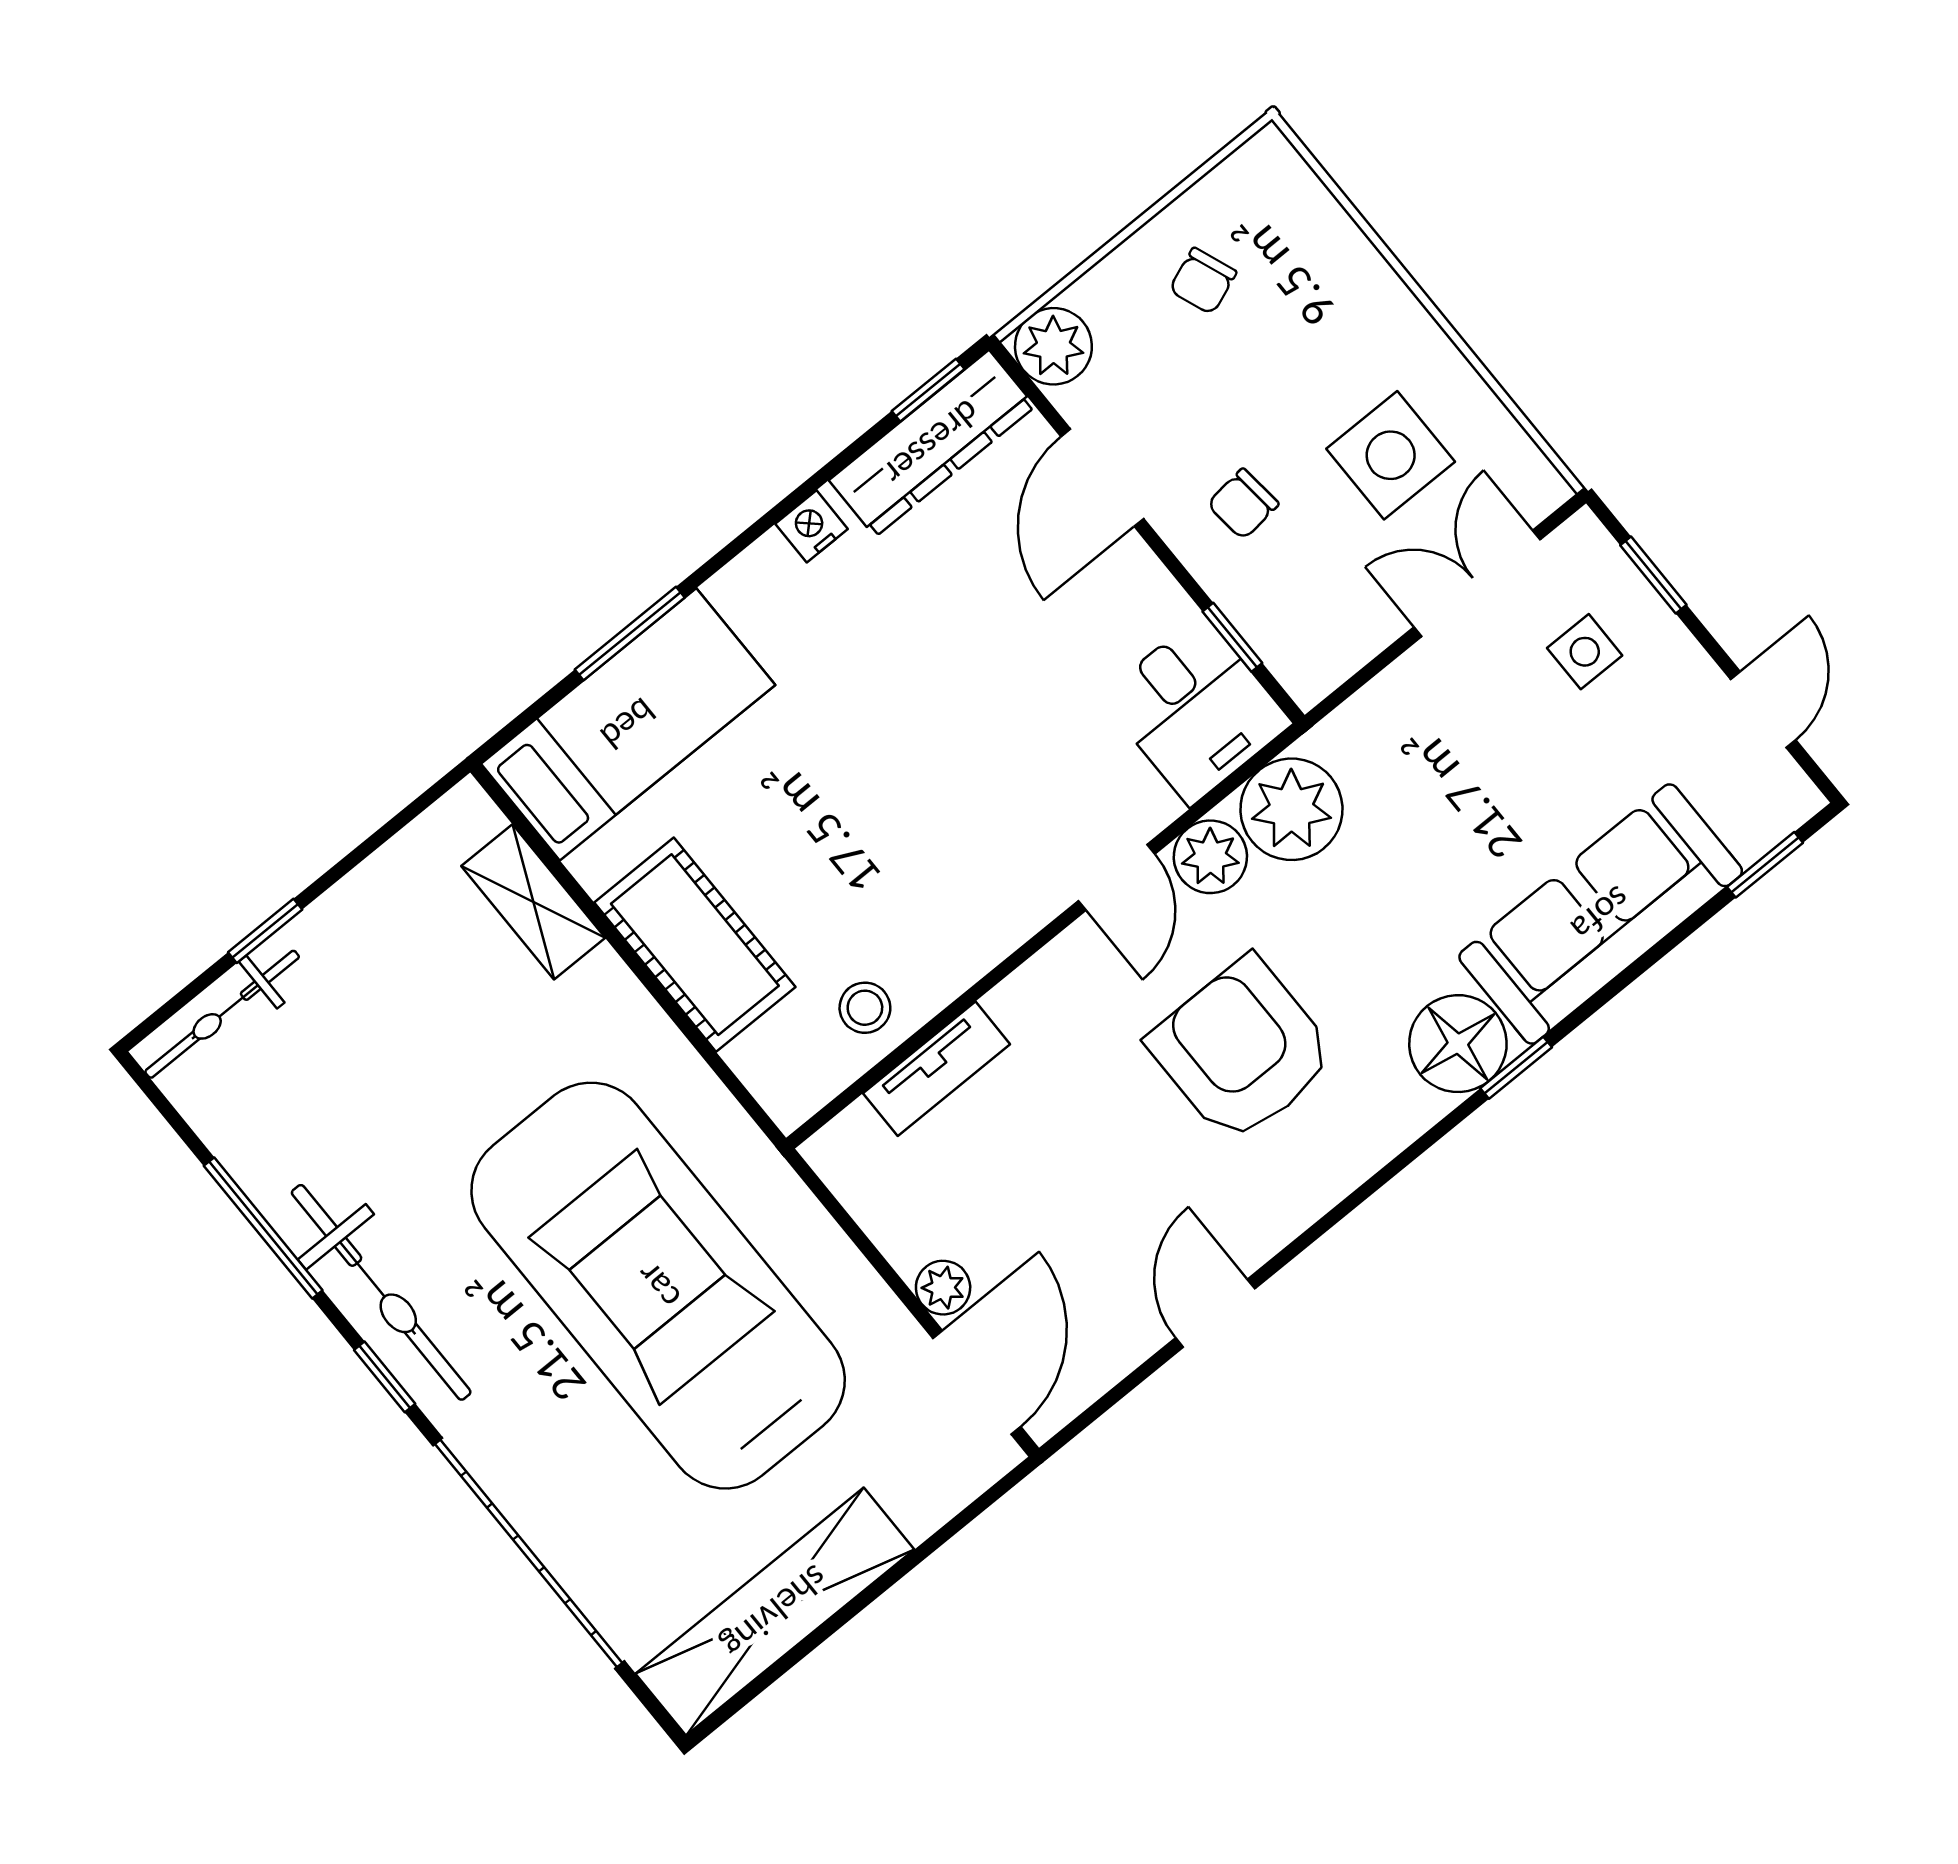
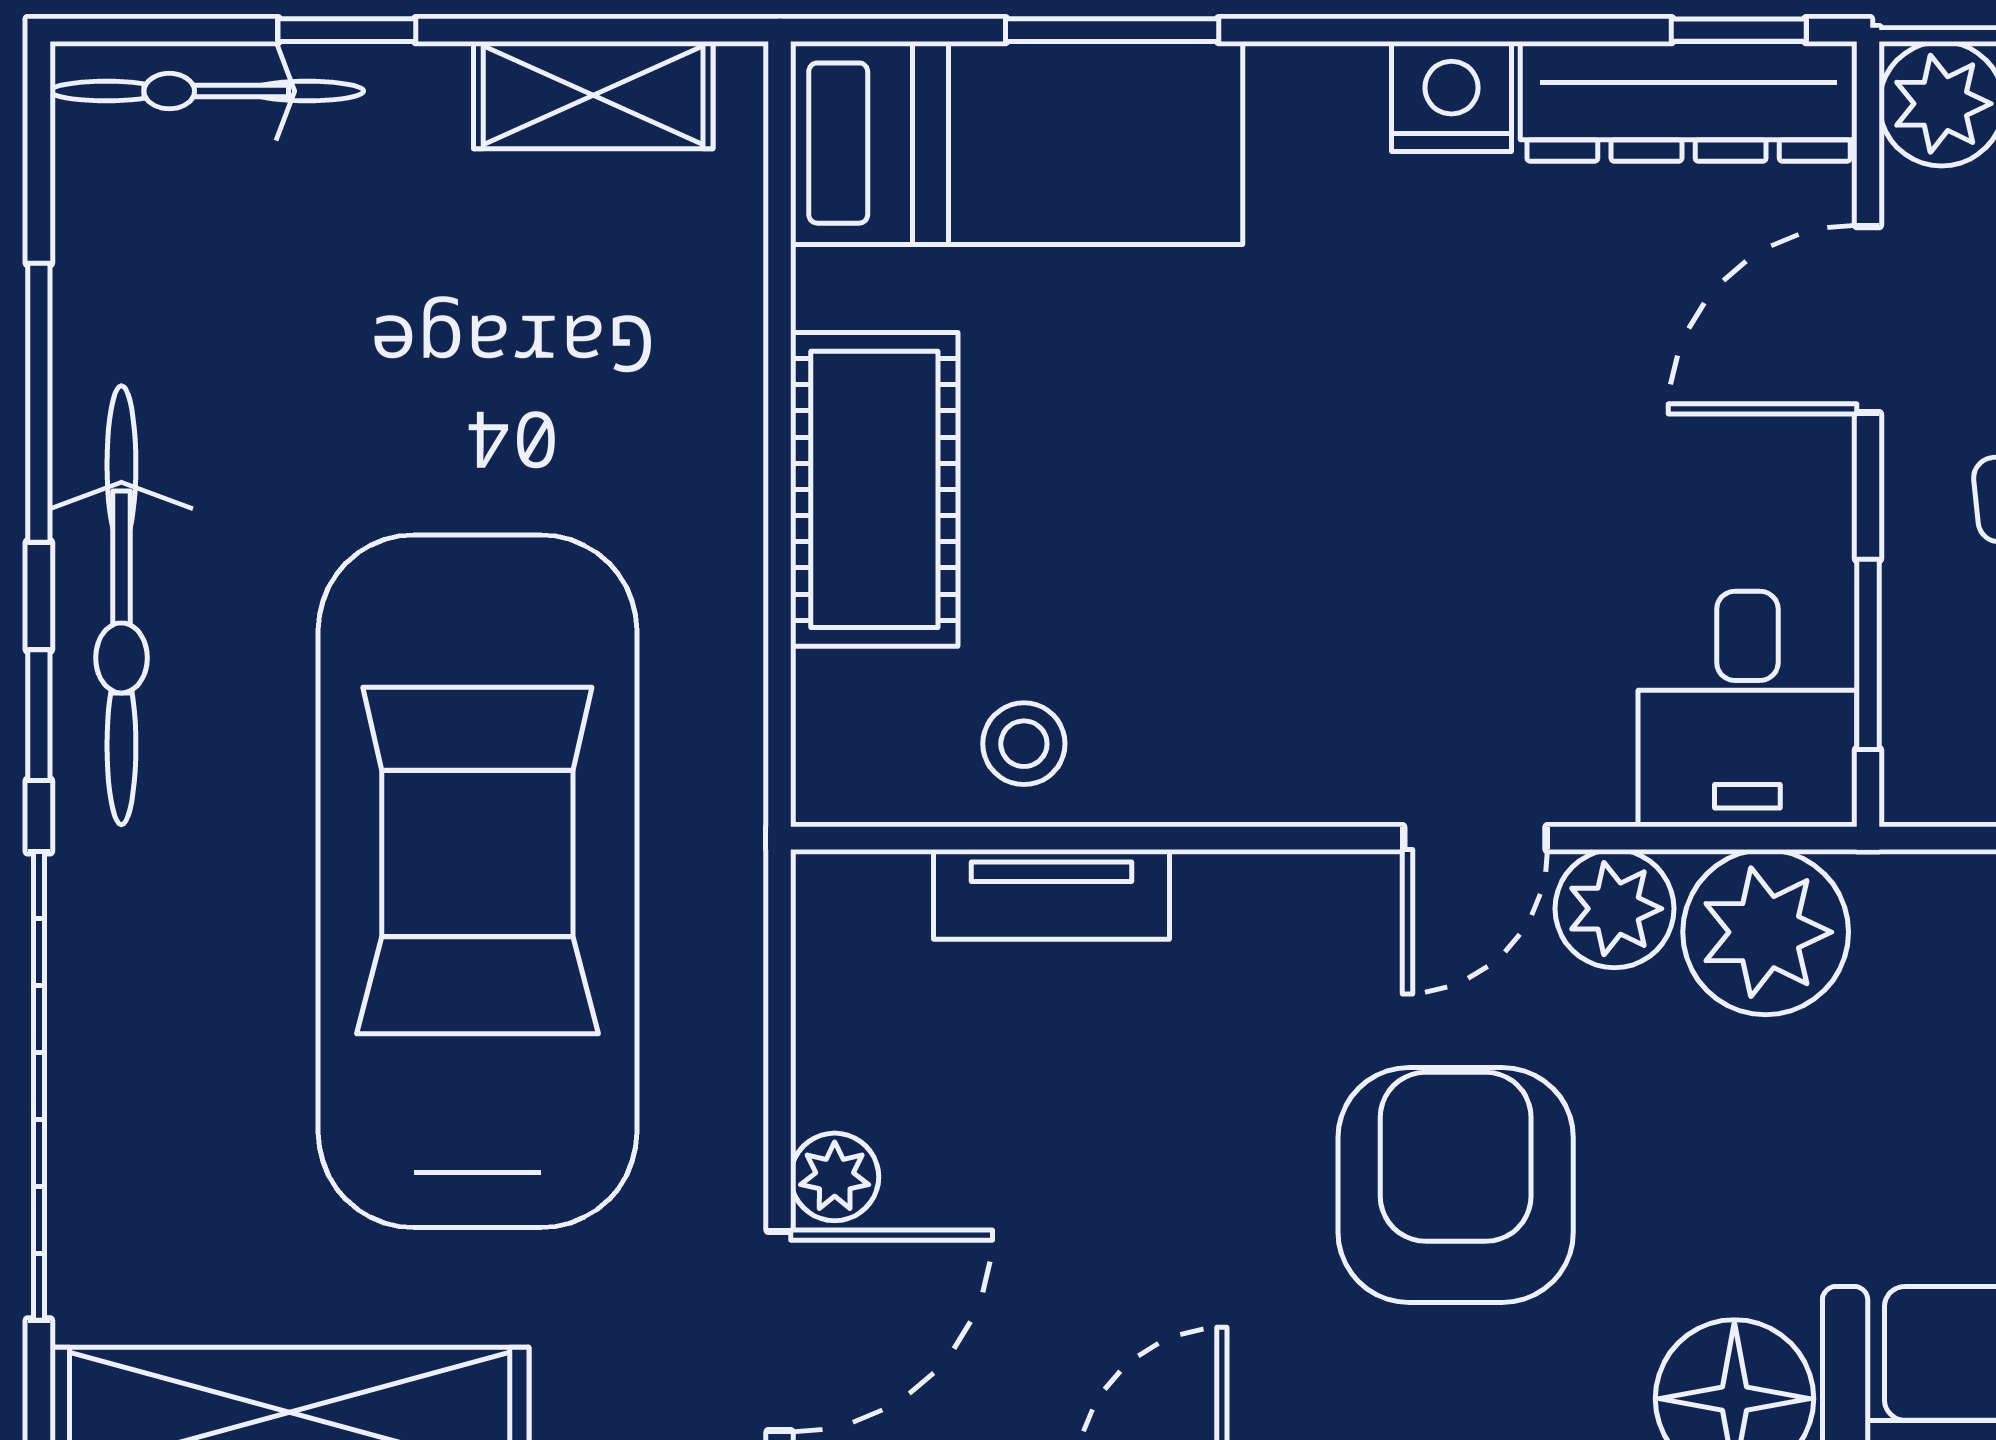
nightstand: (812, 526) -> (1451, 96), width x1.39, depth x1.35
window: (1232, 637) -> (1868, 654), width x1.50
shelving: (533, 902) -> (593, 95), moved, turned 90

